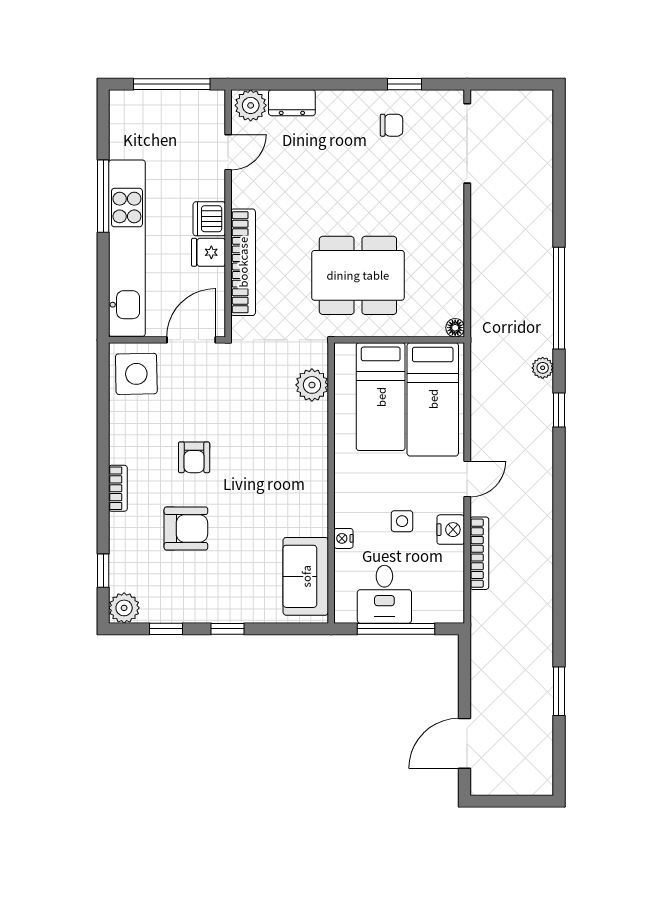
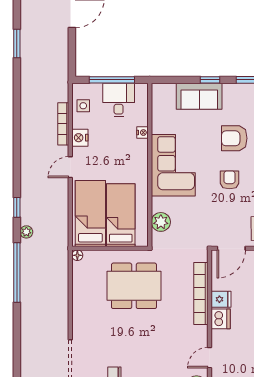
corner sofa: (291, 482) -> (173, 165), added
side table: (402, 521) -> (83, 106), moved
sofa: (306, 576) -> (199, 96), moved, turned 90

